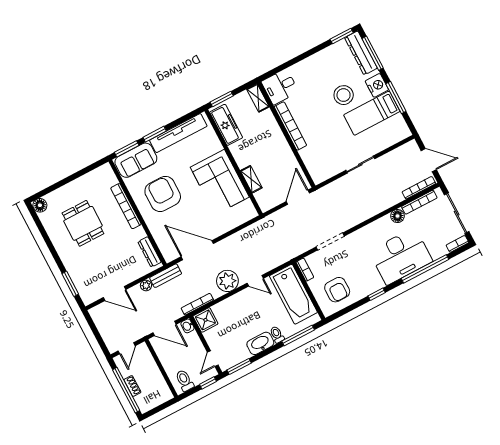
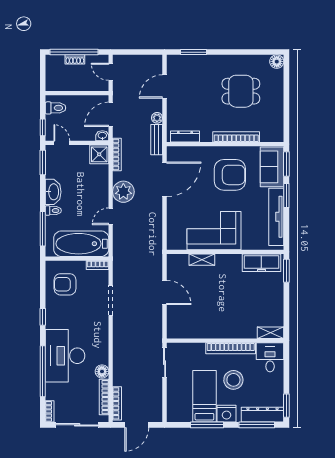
desk: (280, 87) -> (270, 357), moved
shelving: (258, 98) -> (270, 333), moved
bookcase: (290, 126) -> (231, 348), moved
wall: (286, 135) -> (225, 341), moved

